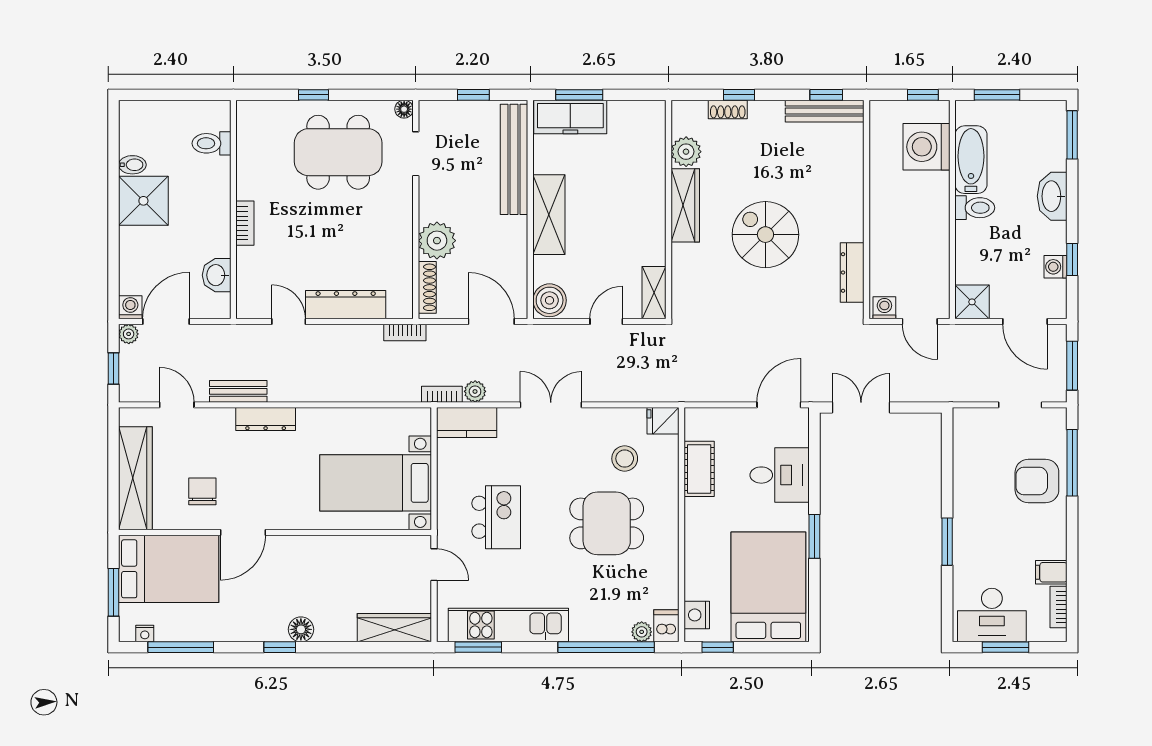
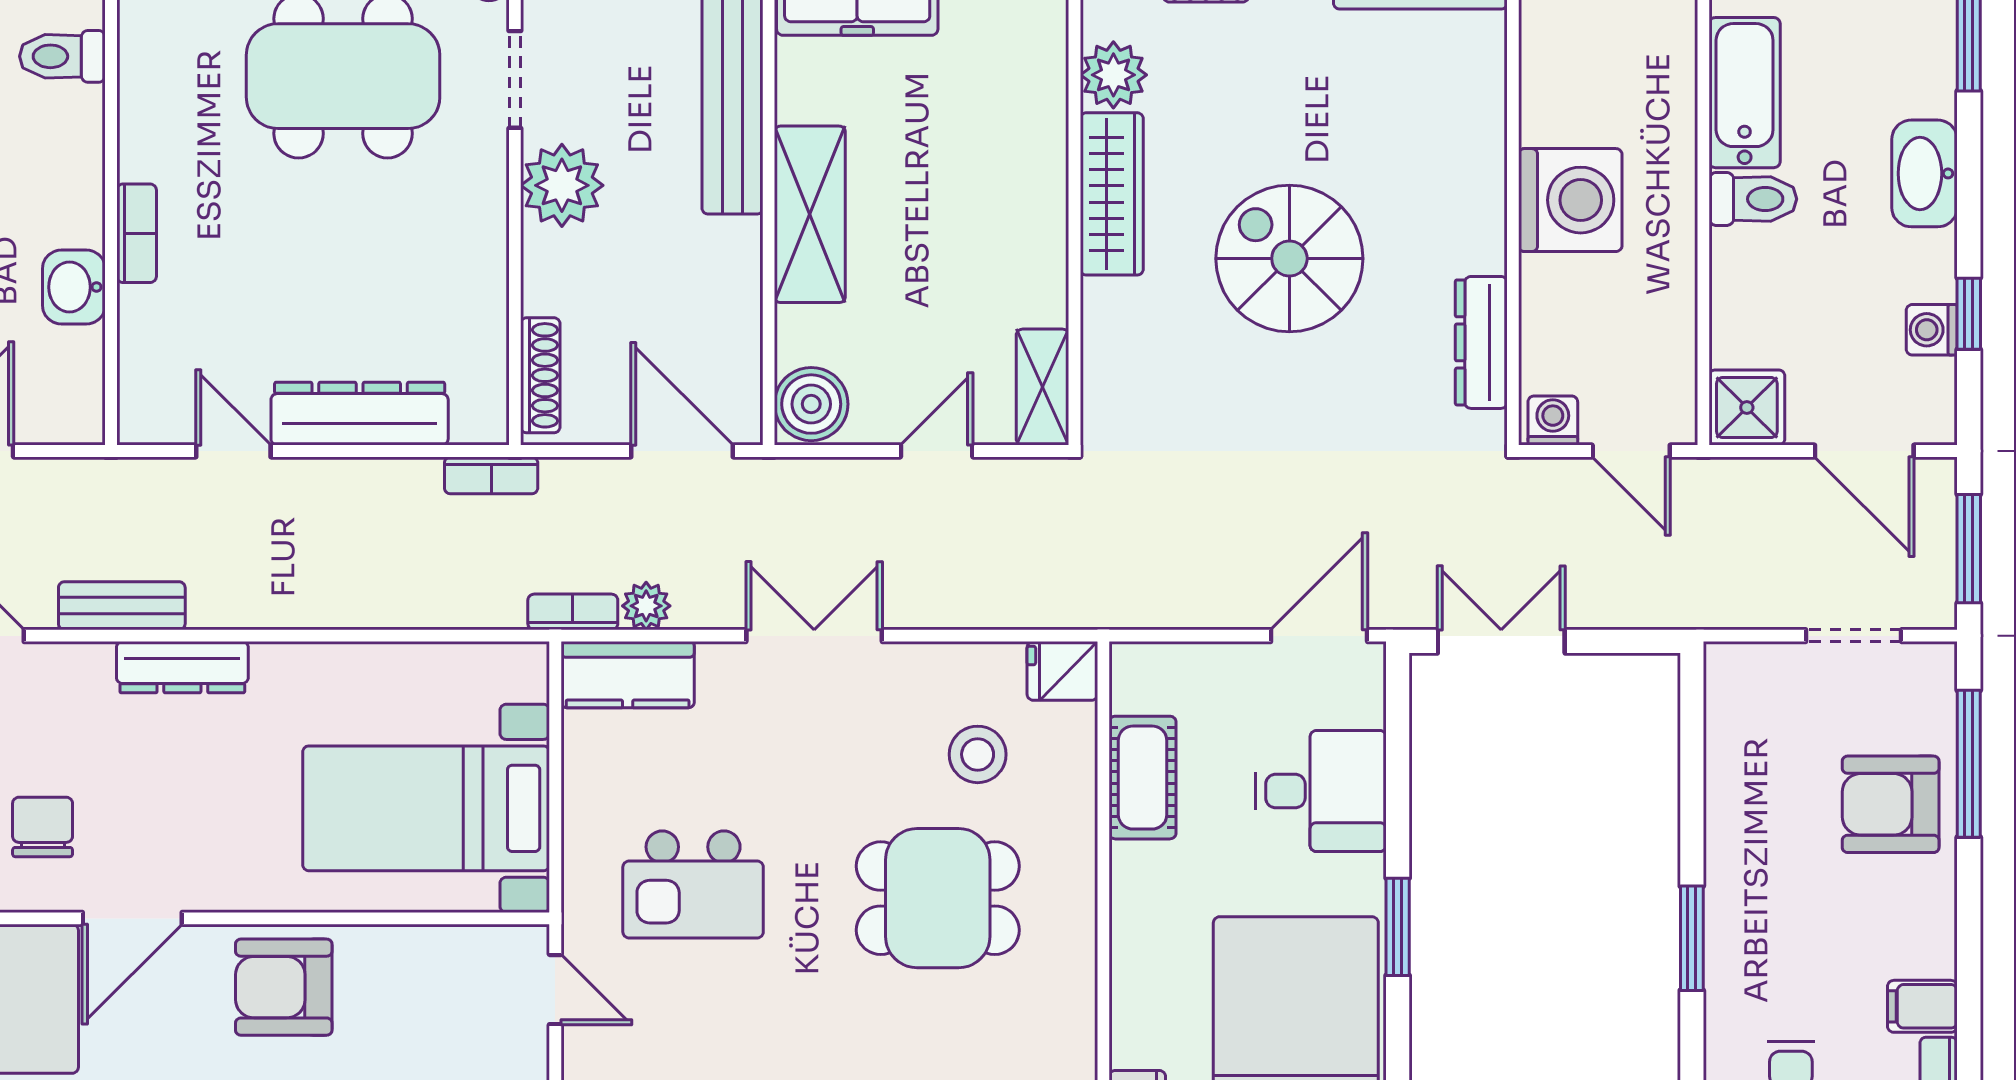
washing machine: (926, 147) -> (1570, 200), moved, turned 180
plant: (437, 241) -> (562, 185), moved
washbasin: (217, 275) -> (74, 287), moved
kitchen island: (496, 517) -> (693, 884), turned 90
armchair: (311, 564) -> (284, 987), added

